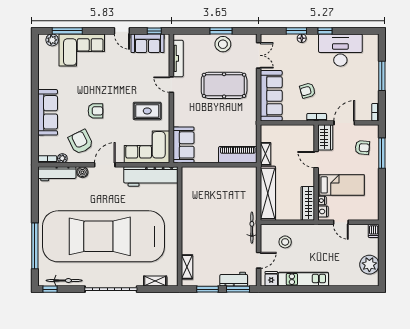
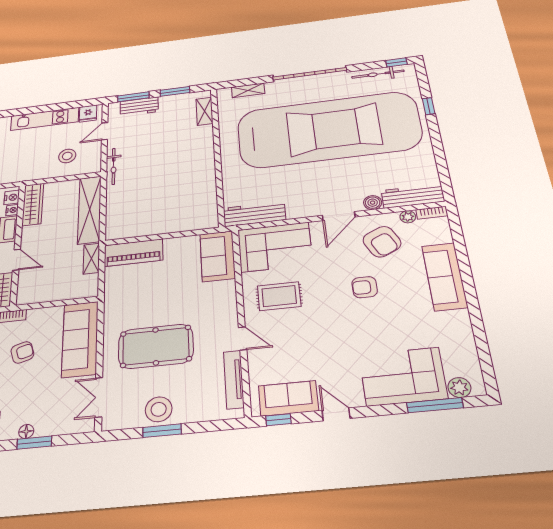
workbench: (151, 176) -> (254, 214), width x0.73, depth x0.76
window: (35, 246) -> (429, 106), width x0.32

